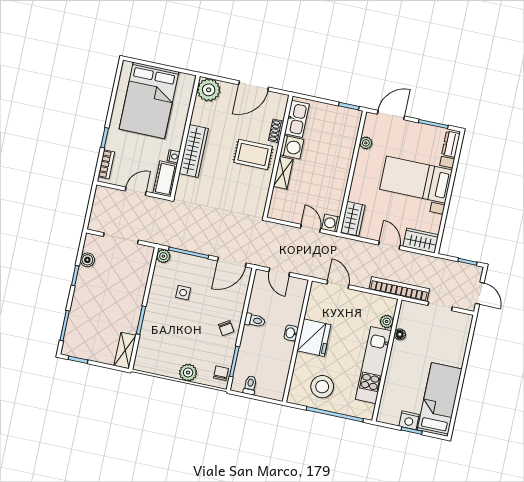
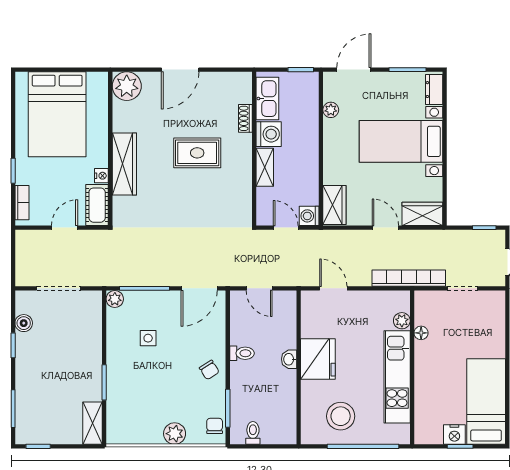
kitchen sink: (297, 119) -> (267, 99), moved
shoe rack: (276, 131) -> (245, 118), moved
washing machine: (292, 147) -> (269, 134), moved
wall: (278, 156) -> (254, 149), moved
shelving: (283, 173) -> (265, 167), moved

